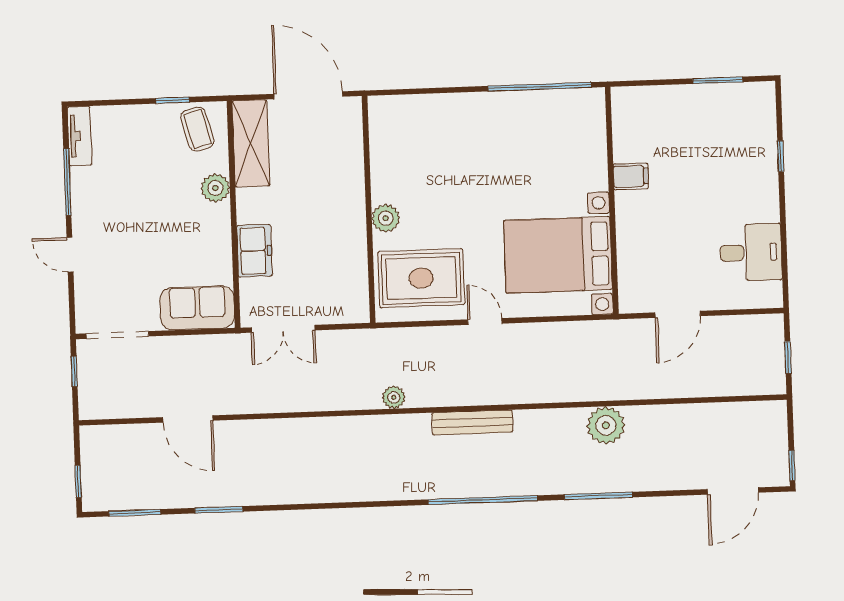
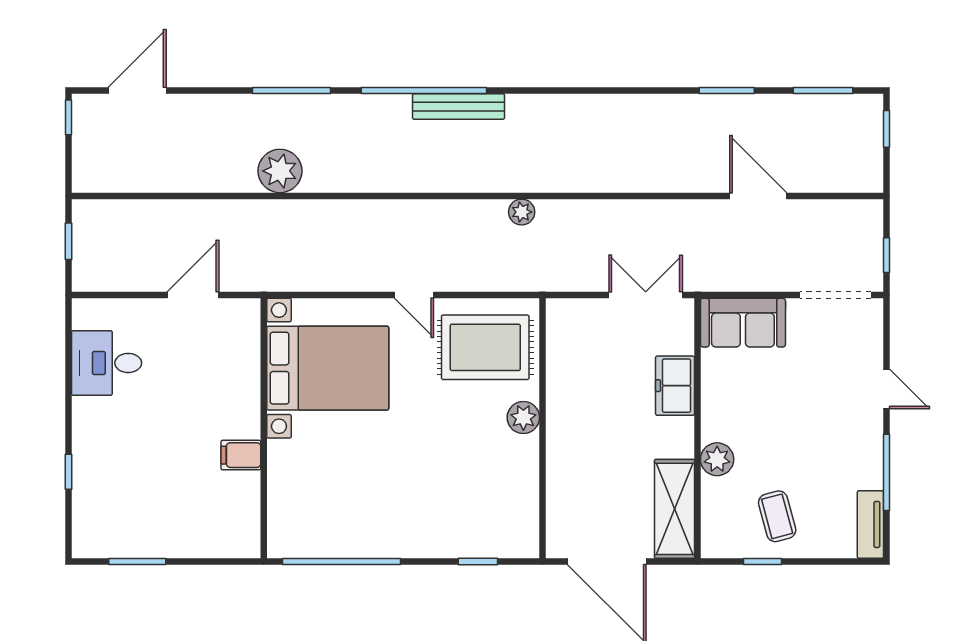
window: (421, 91) -> (478, 561), added
coffee table: (197, 129) -> (777, 516), moved
bench: (472, 422) -> (458, 107), moved

